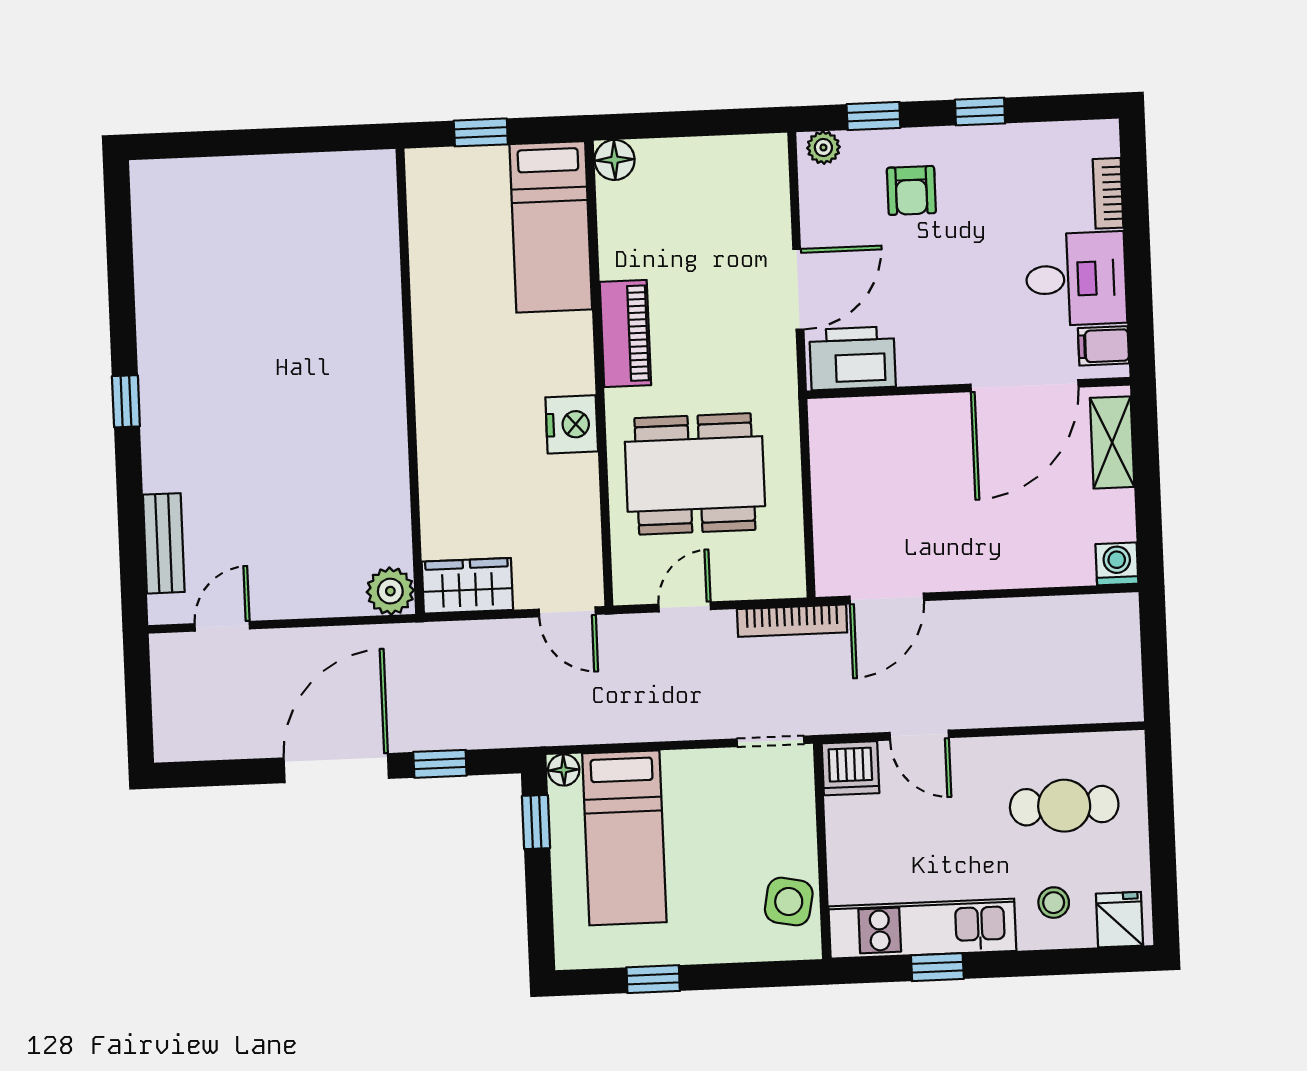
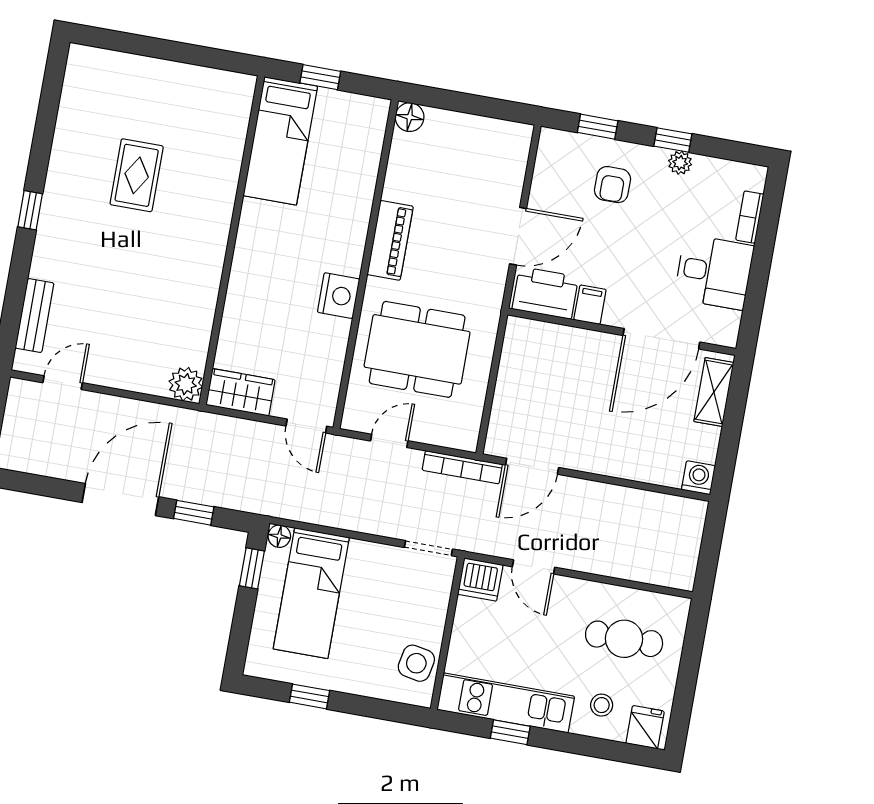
plant: (823, 148) -> (680, 163), moved
bed: (551, 227) -> (280, 141), moved
rug: (260, 322) -> (137, 175), added
filing cabinet: (1103, 346) -> (590, 305), moved, turned 90

